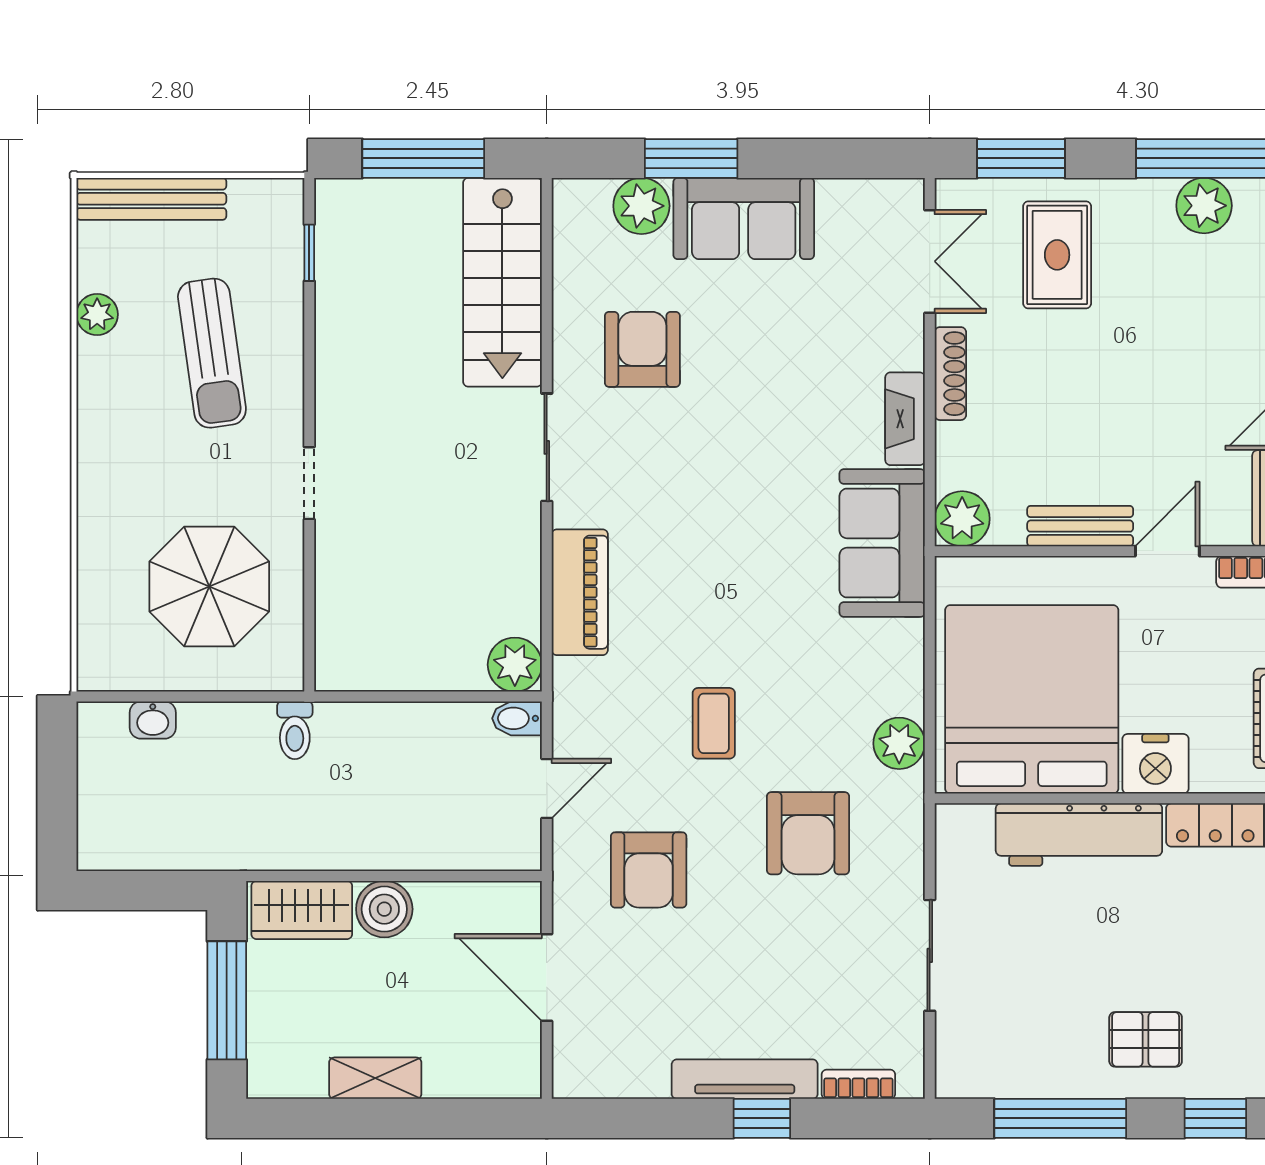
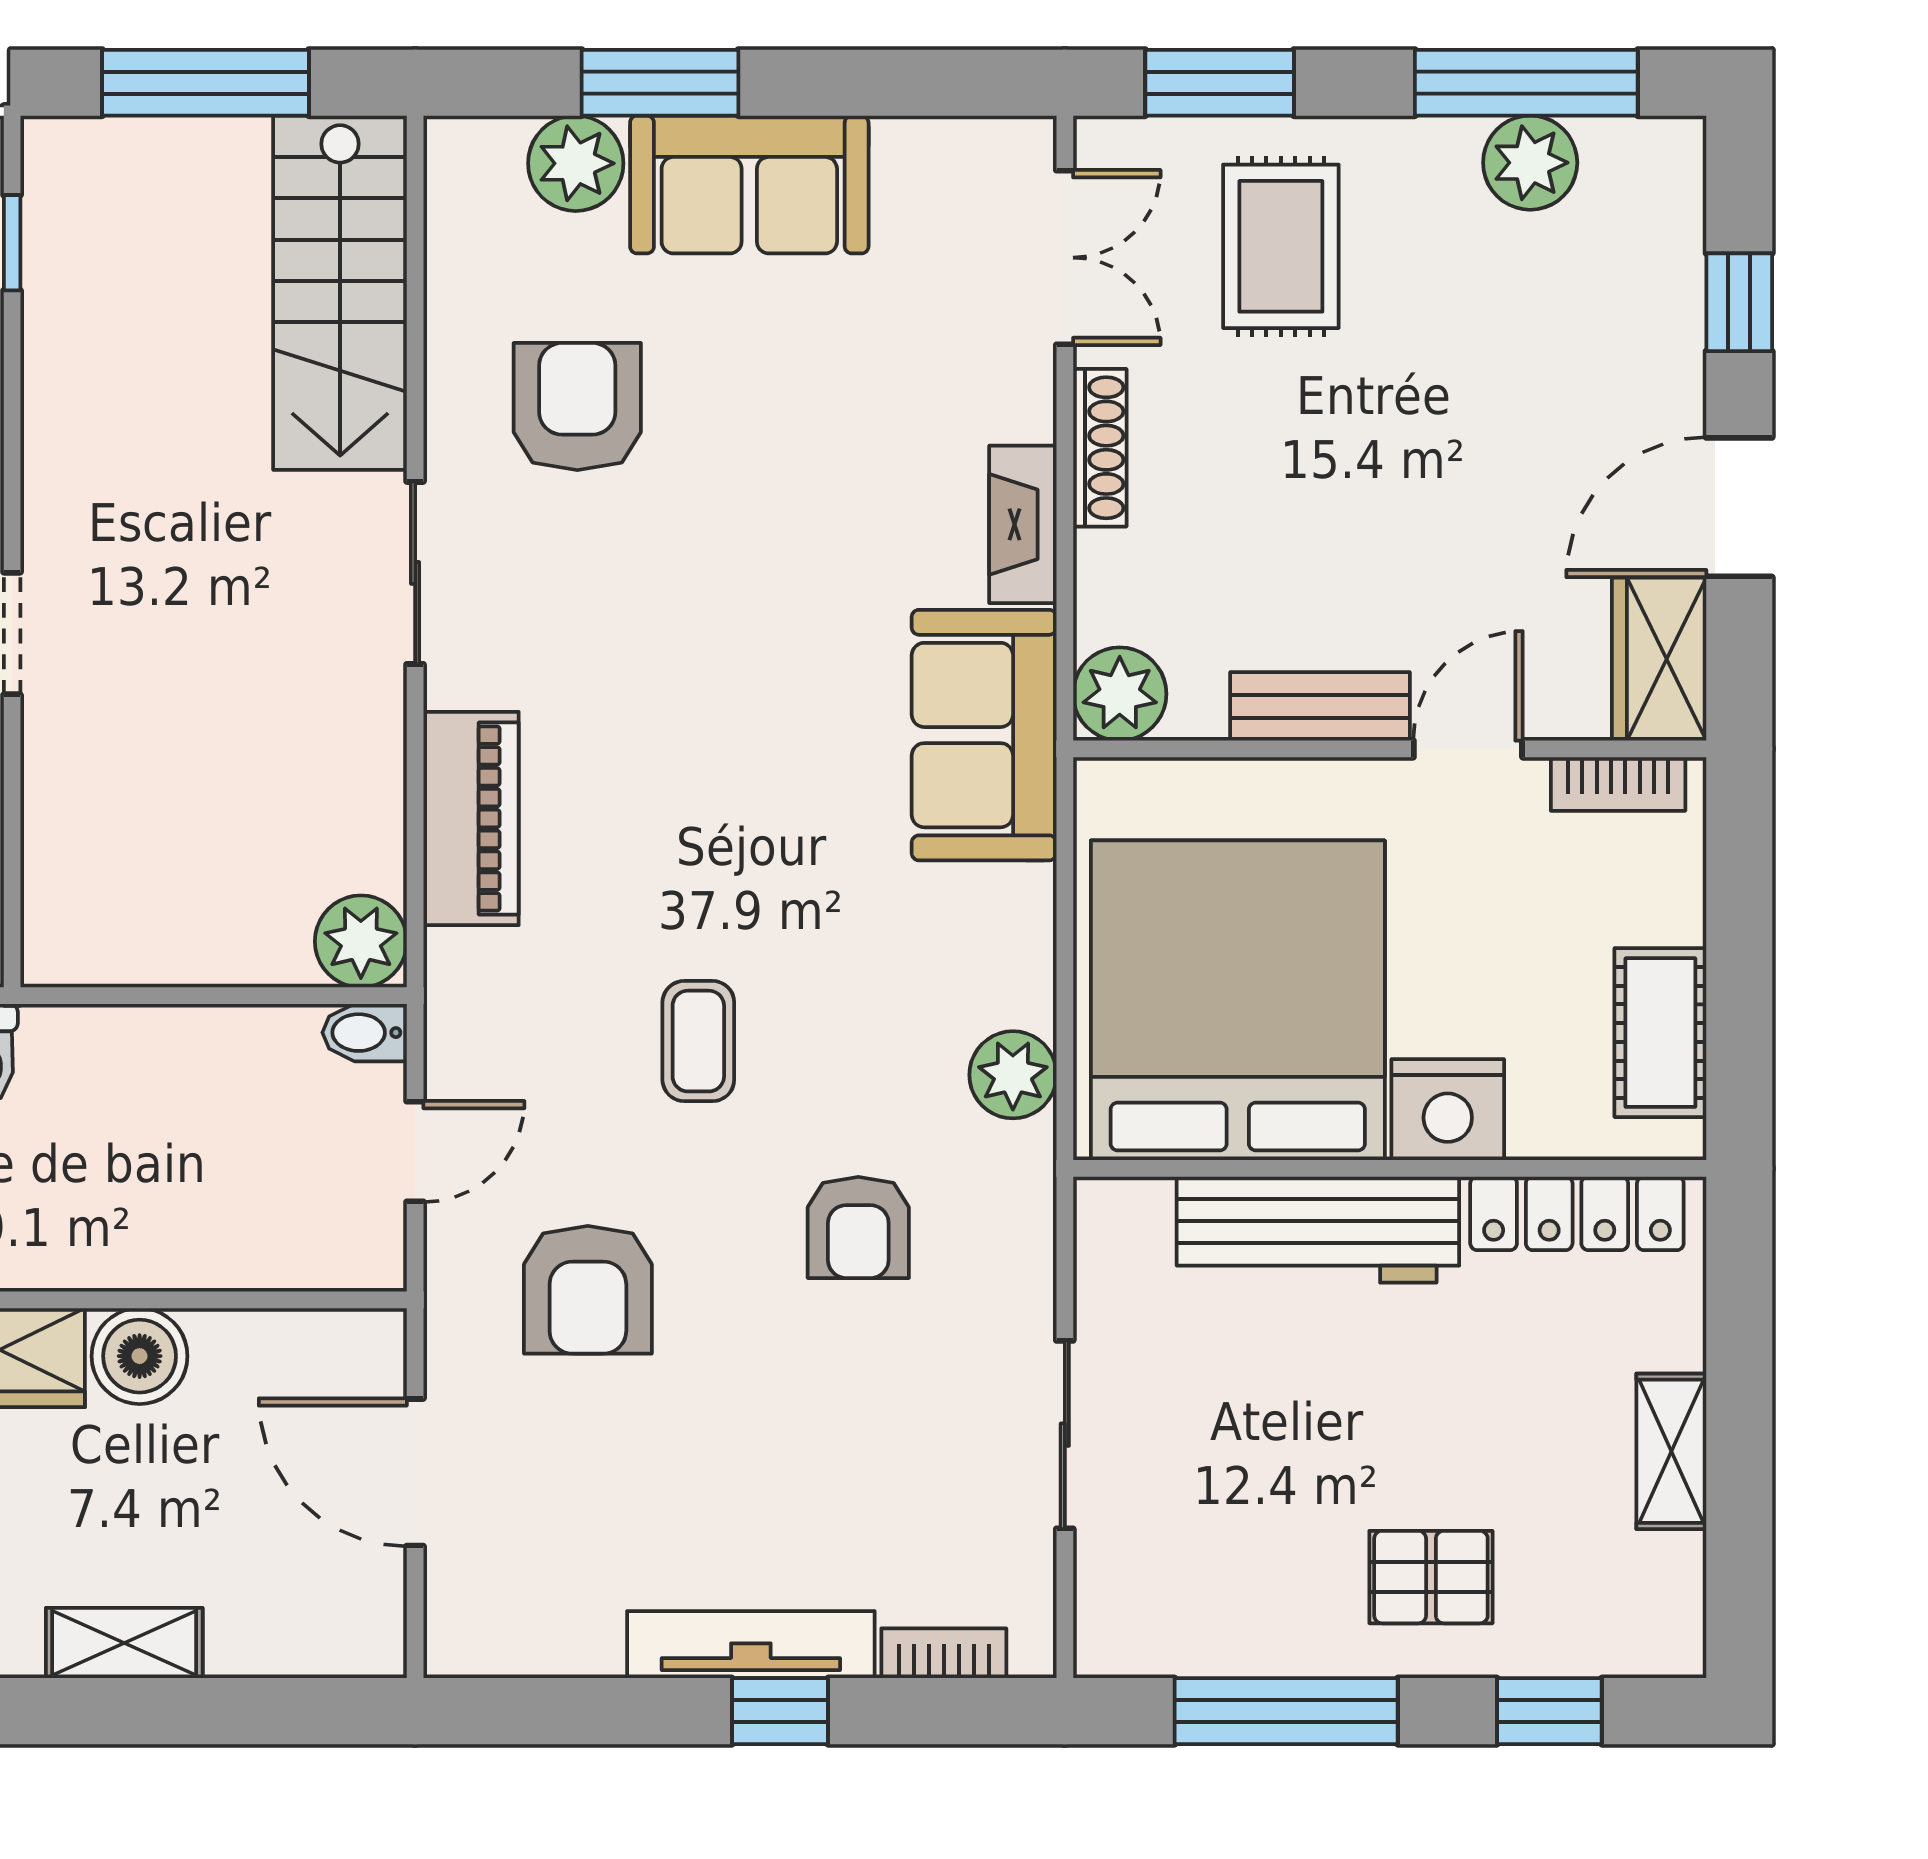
armchair: (808, 833) -> (858, 1227), width x0.72, depth x0.72

